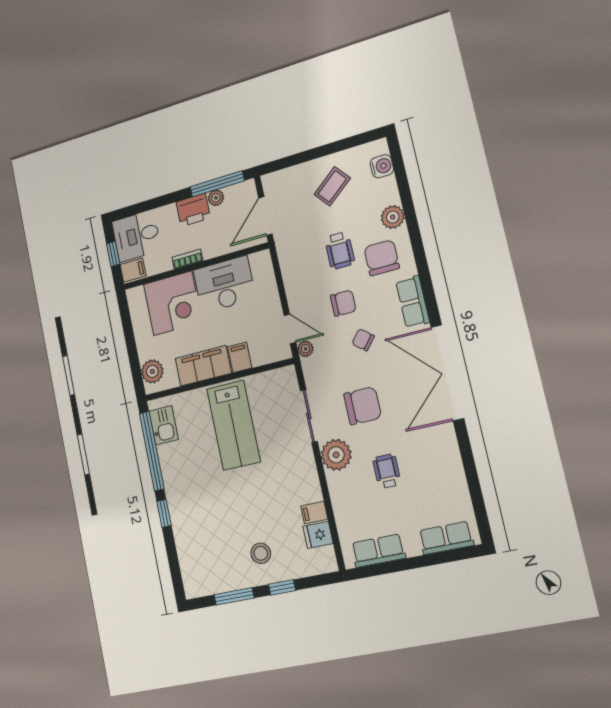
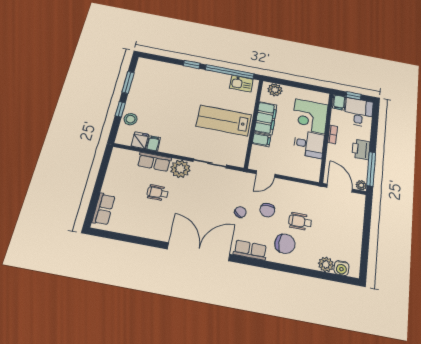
coffee table: (332, 186) -> (341, 234), removed
plant: (216, 198) -> (361, 185), moved
plant: (393, 217) -> (326, 264), moved
desk: (224, 284) -> (309, 144), width x0.73
plant: (305, 349) -> (250, 178), removed
chair: (363, 406) -> (202, 195), removed
wheelchair: (387, 471) -> (157, 193), turned 180
row of seats: (378, 551) -> (154, 162), moved, turned 90
stool: (261, 553) -> (131, 119), moved

